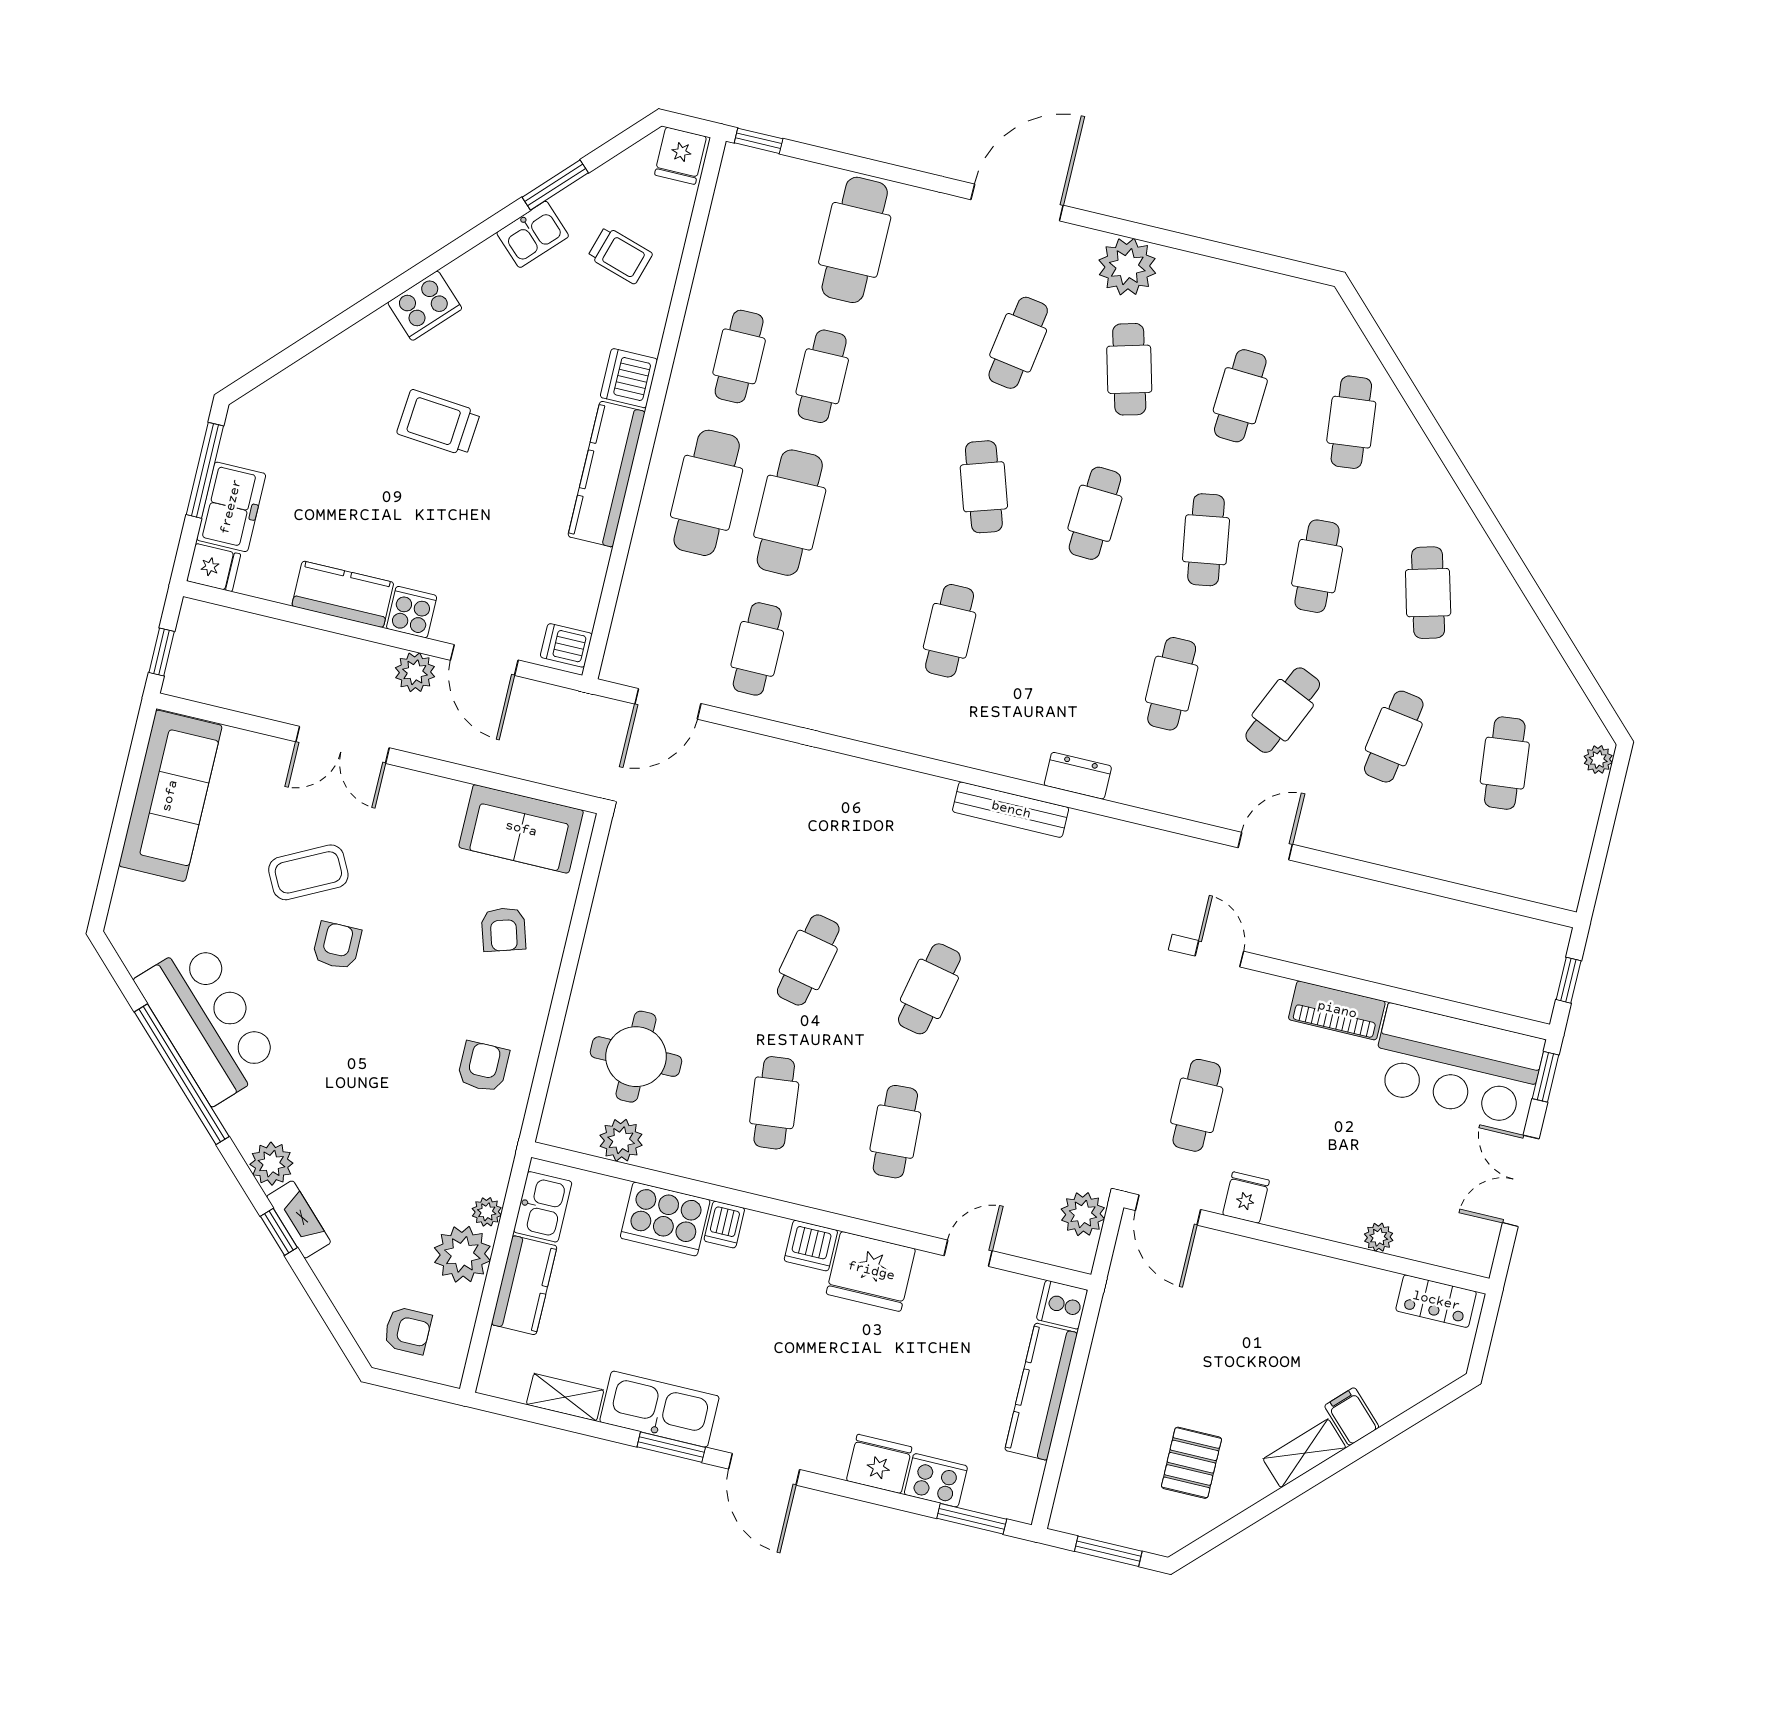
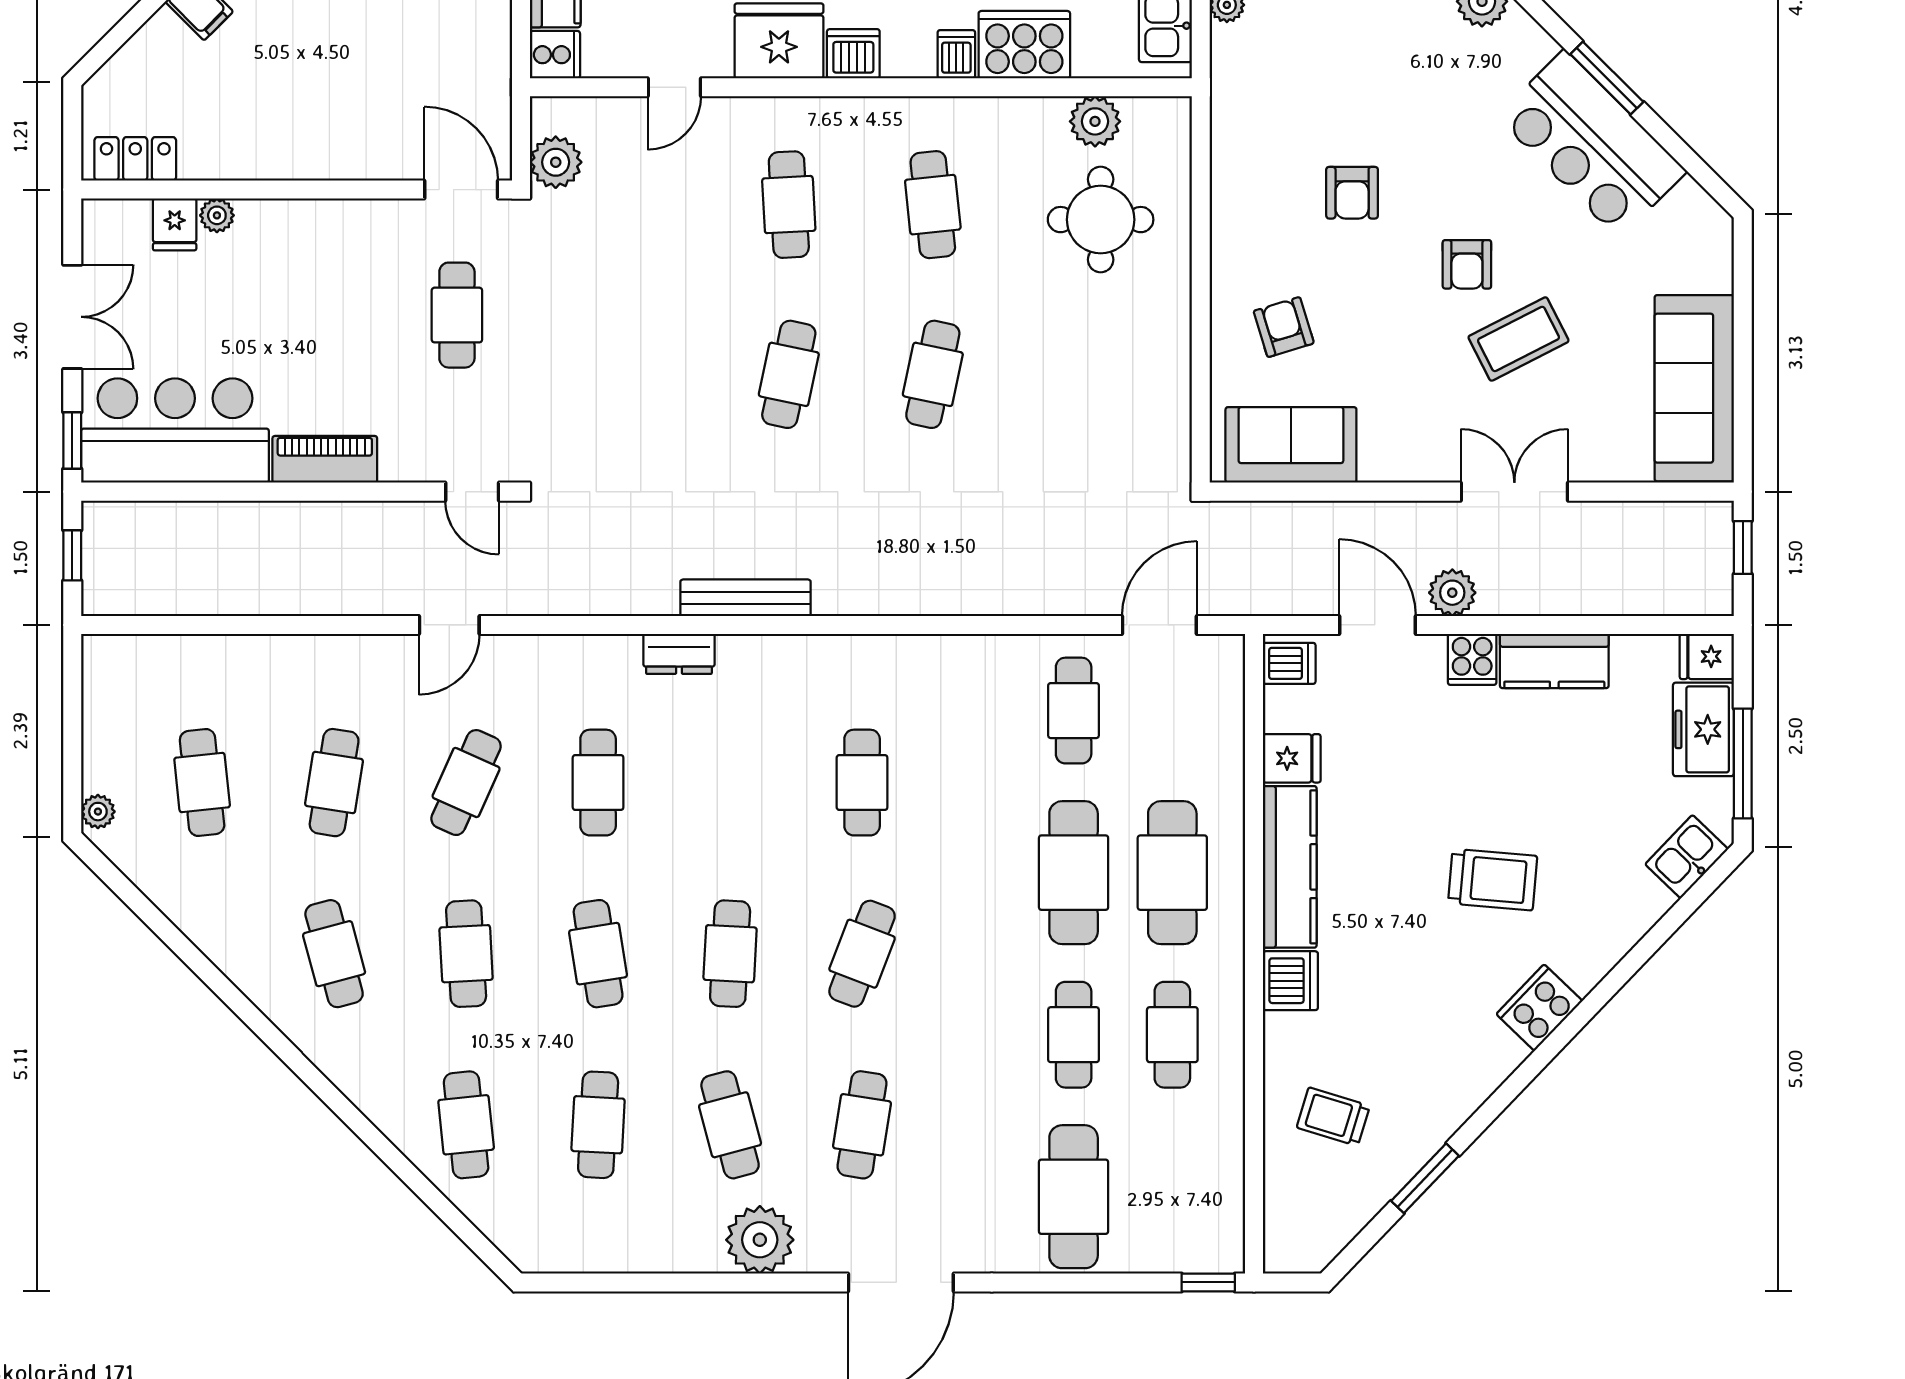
fridge: (680, 156) -> (1292, 758), moved, turned 90
kitchen sink: (533, 234) -> (1687, 857), moved
cafe table: (984, 487) -> (862, 954), turned 39
armchair: (483, 1067) -> (1352, 193), moved
window: (182, 1074) -> (1607, 78), width x0.47
fridge: (1246, 1198) -> (175, 224), moved

